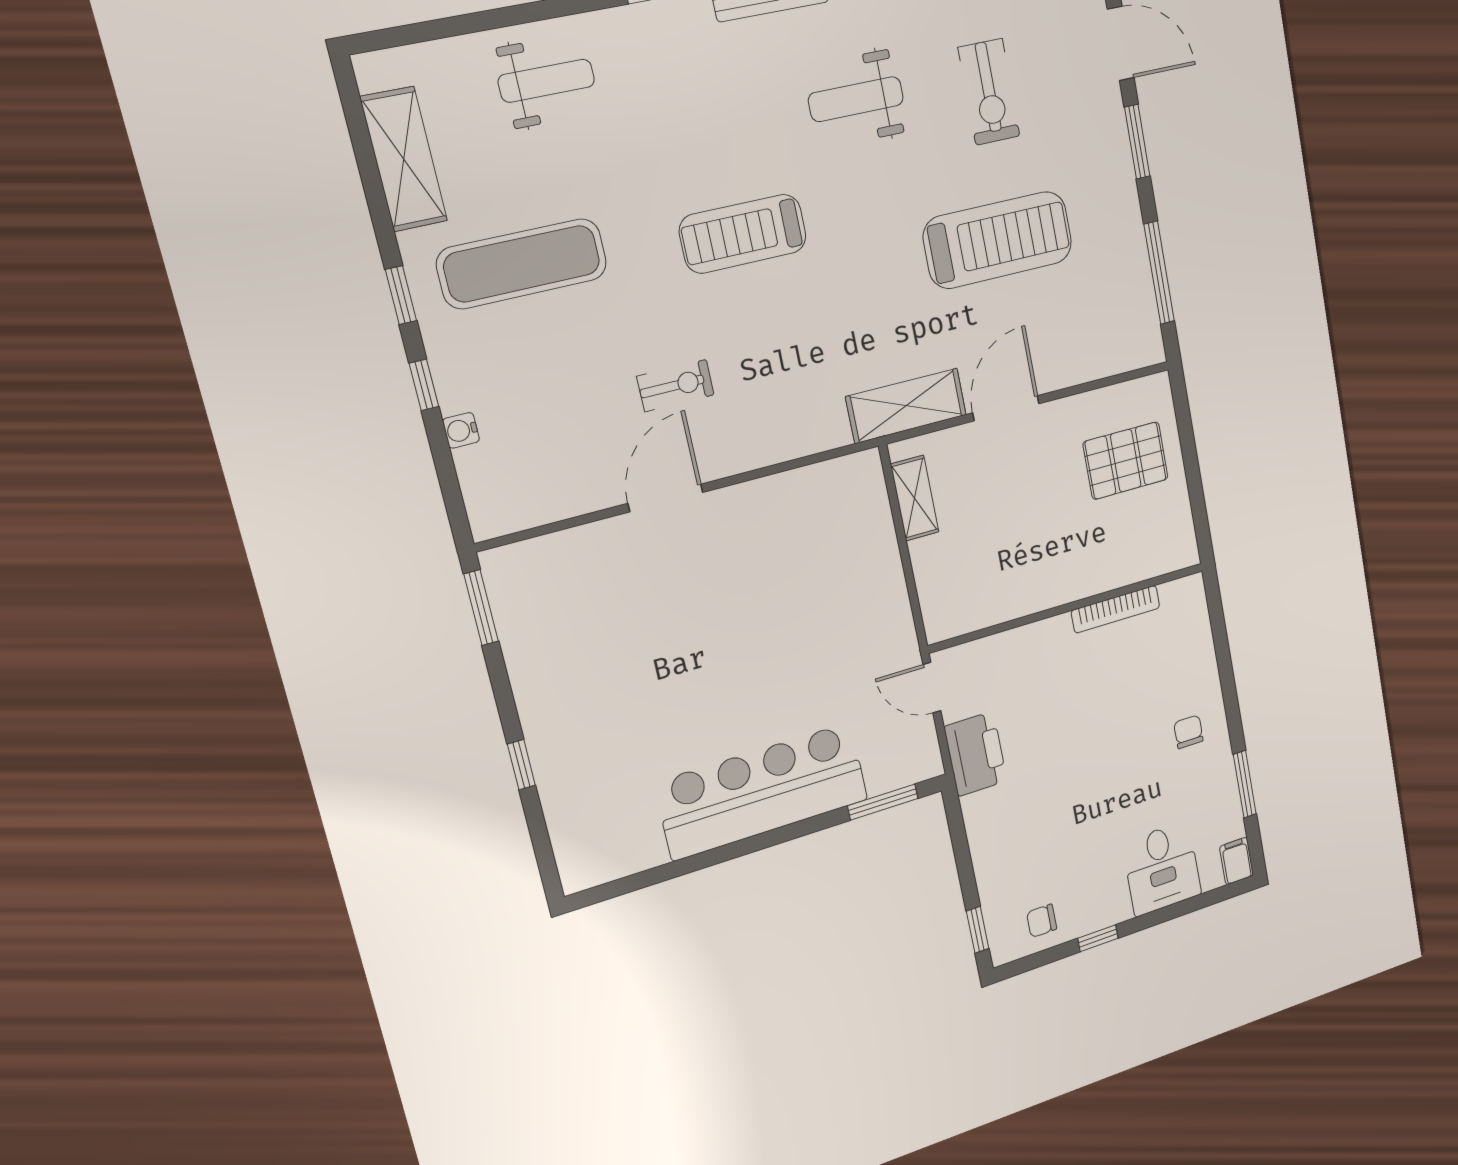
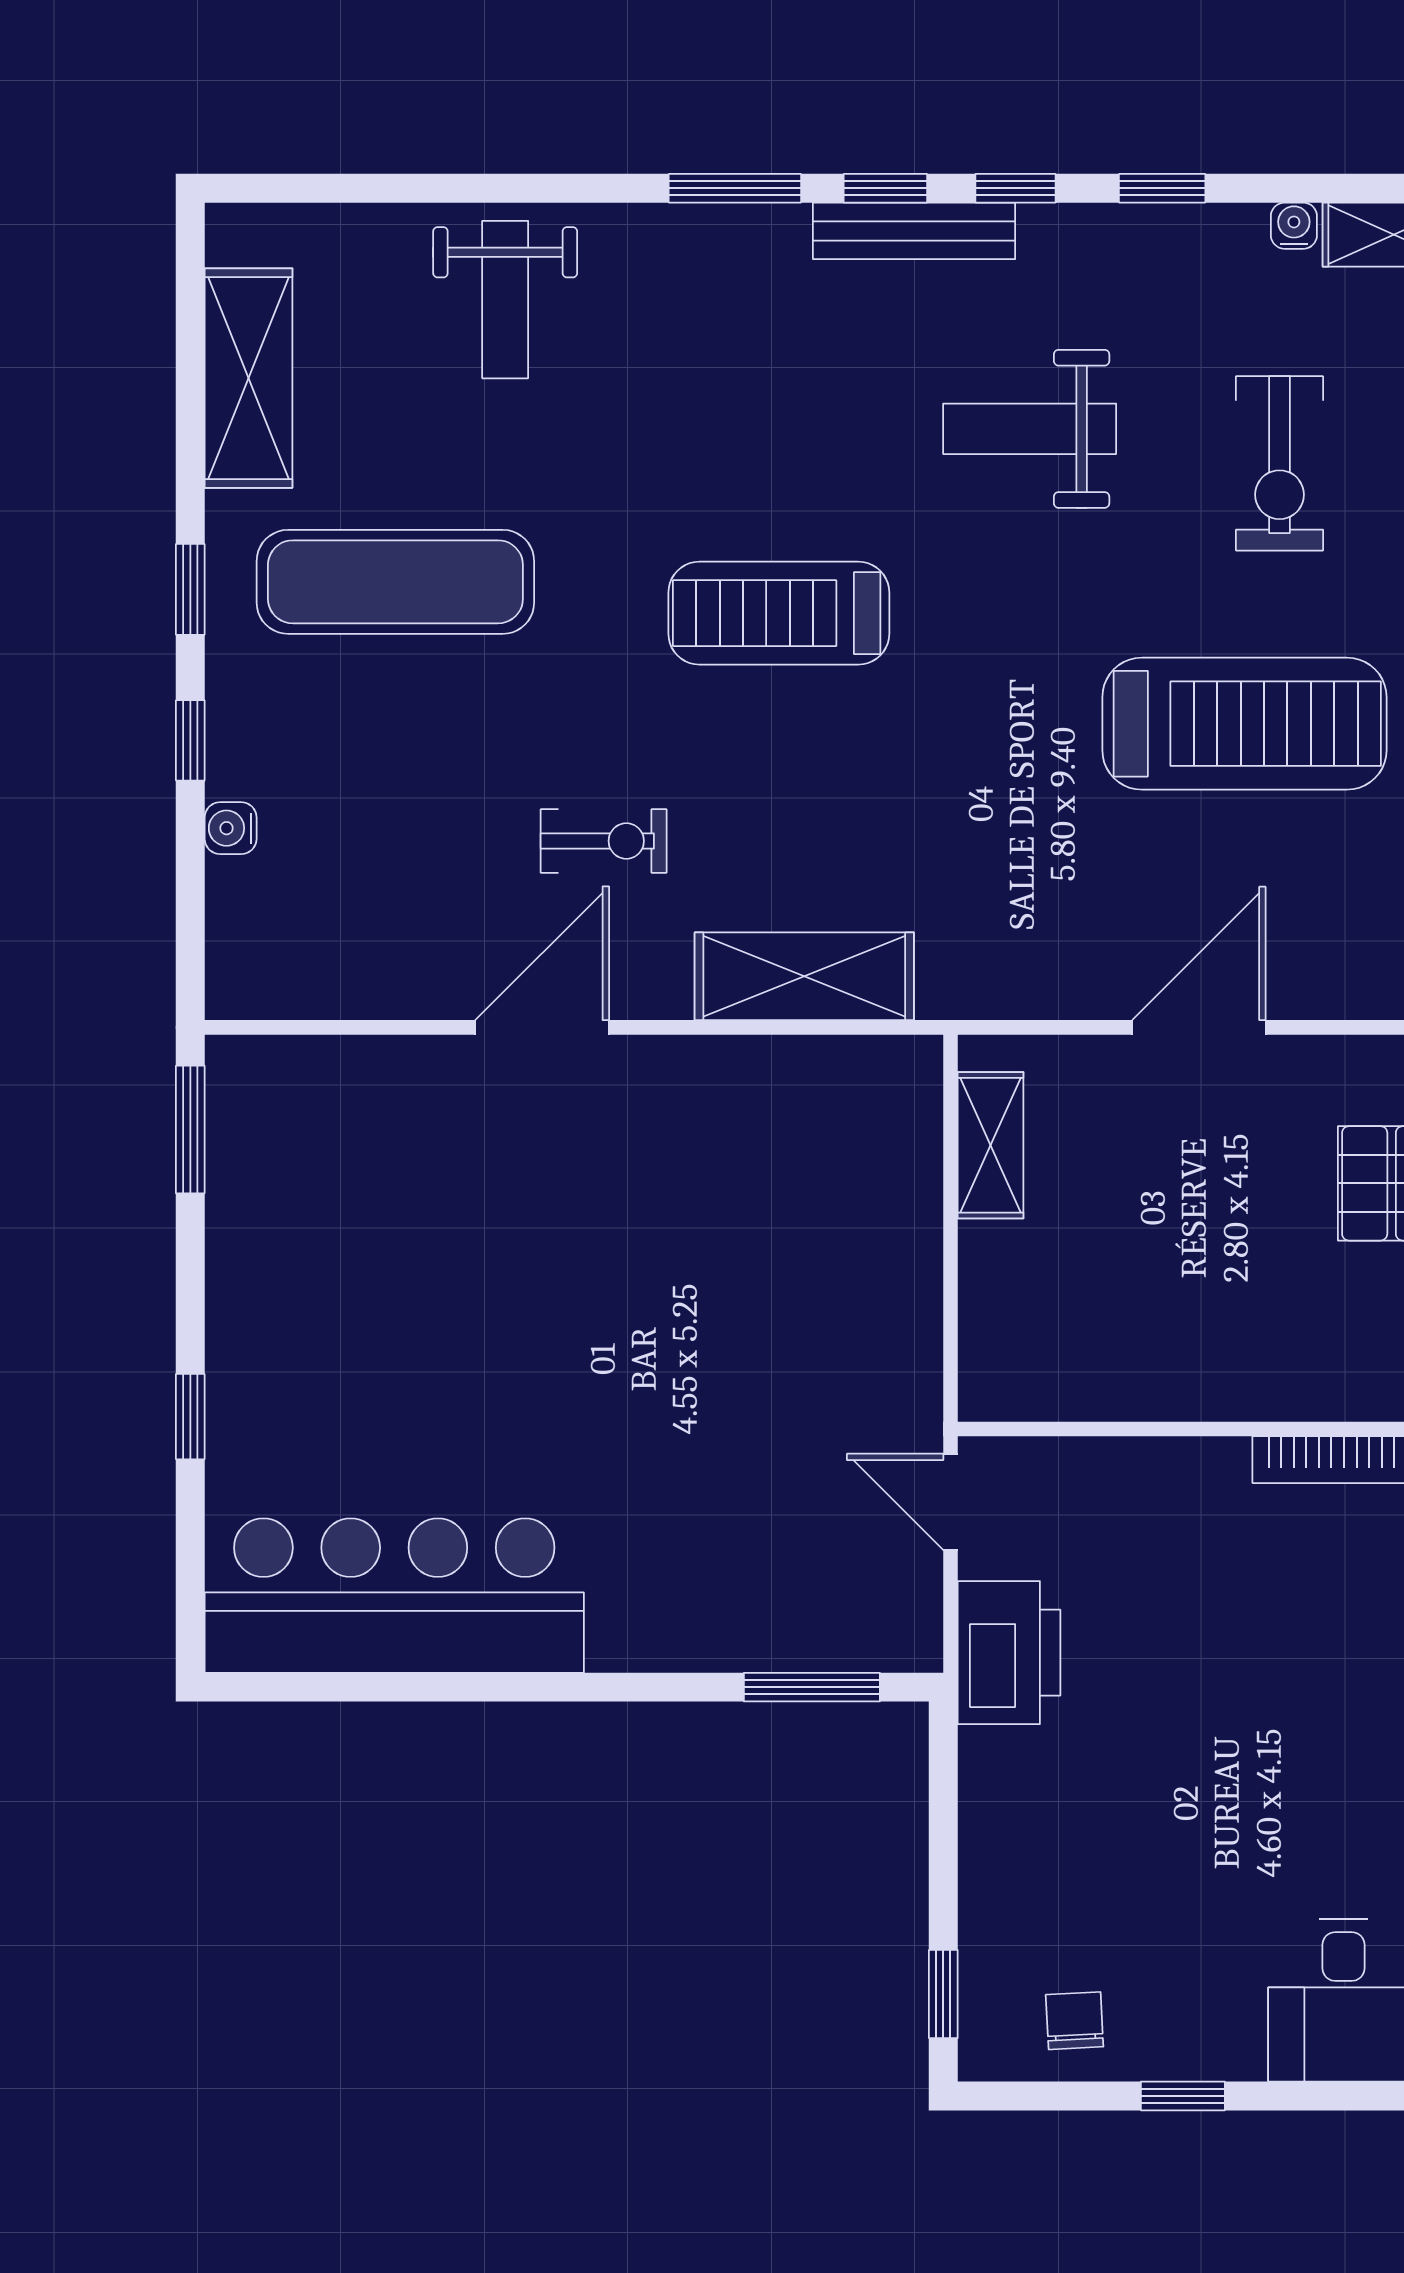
weight bench: (546, 81) -> (505, 300), turned 90
shelving: (906, 406) -> (804, 976), moved
bar counter: (762, 791) -> (394, 1596), moved
chair: (1042, 921) -> (1075, 2021), turned 87

